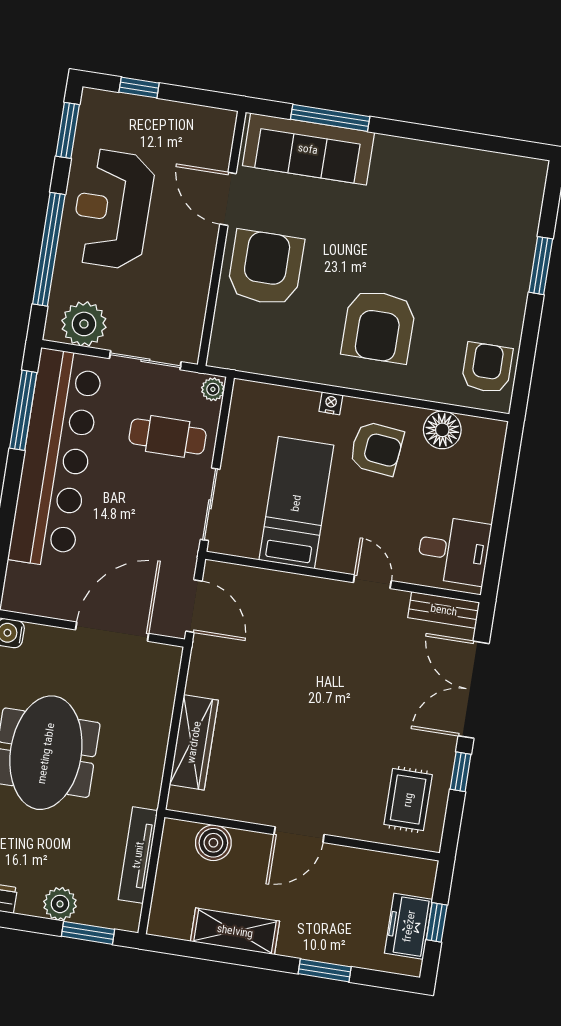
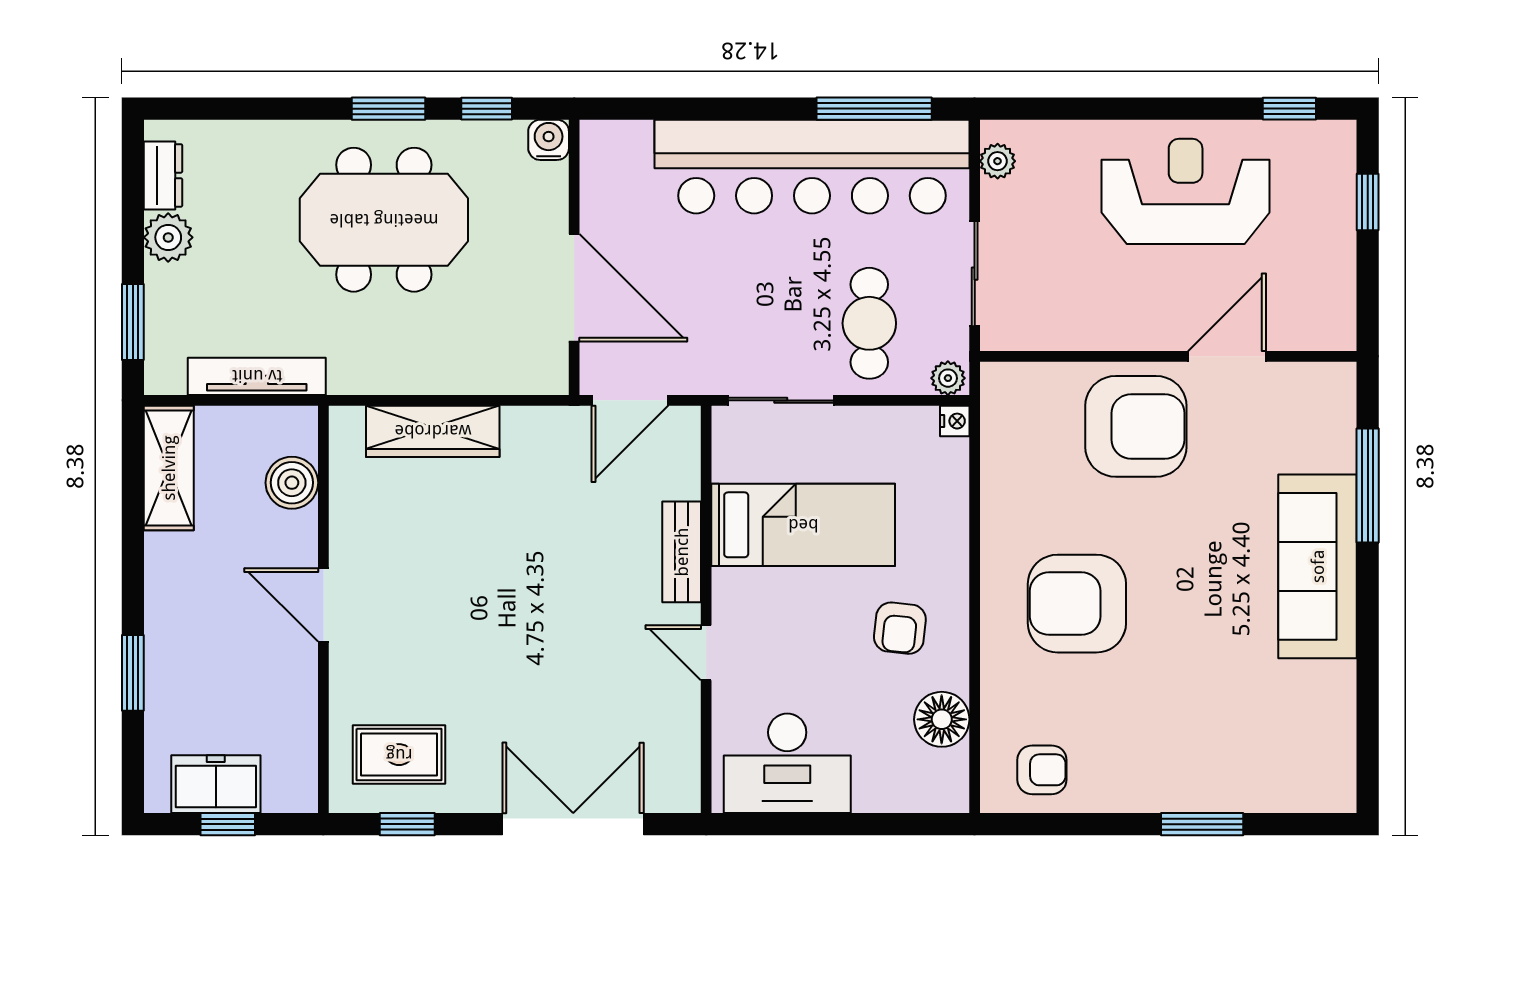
window: (68, 130) -> (1289, 109), width x0.67
sofa: (308, 149) -> (1318, 566), moved
window: (49, 249) -> (1113, 109), removed
plant: (84, 324) -> (998, 161), width x0.53, depth x0.53
armchair: (487, 368) -> (1042, 770), width x0.72, depth x0.72
nightstand: (331, 403) -> (955, 421), moved
armchair: (376, 448) -> (900, 628), width x0.72, depth x0.72
desk: (454, 550) -> (787, 763), width x1.37
door: (372, 582) -> (706, 653), swing flipped
bench: (444, 610) -> (682, 552), moved
window: (461, 772) -> (407, 824), moved
plant: (60, 904) -> (168, 237), moved
shelving: (235, 931) -> (169, 468), moved

